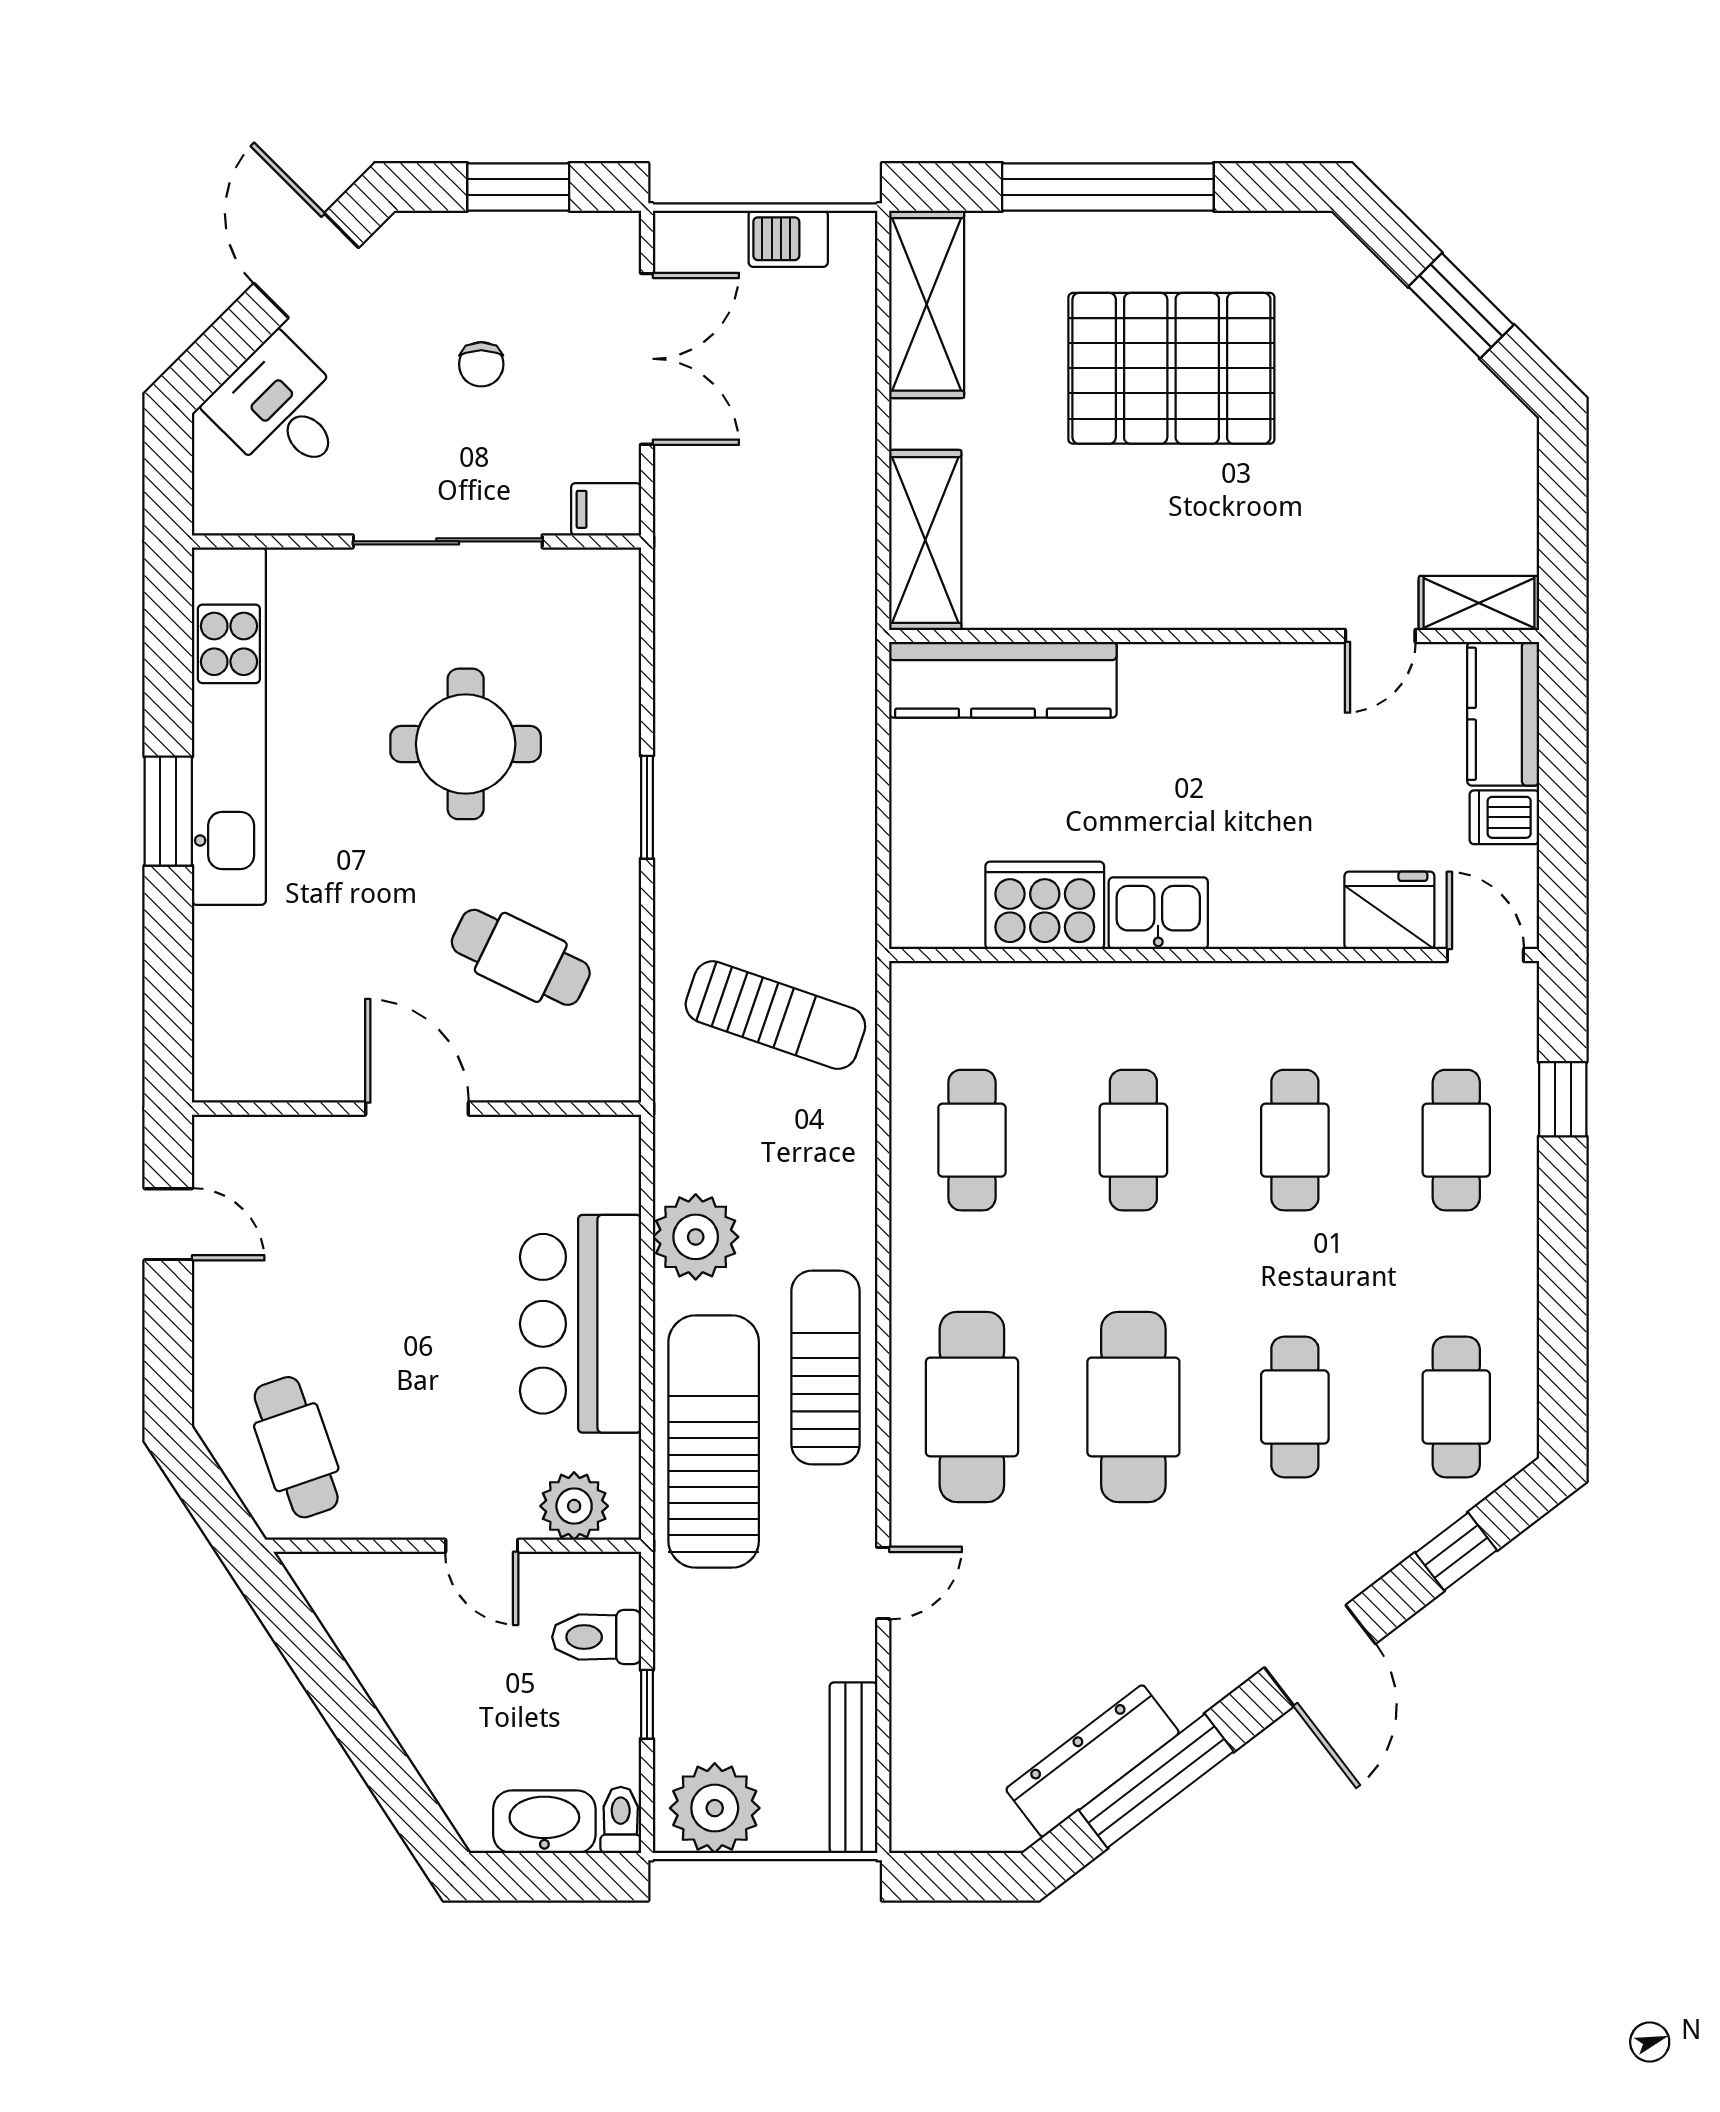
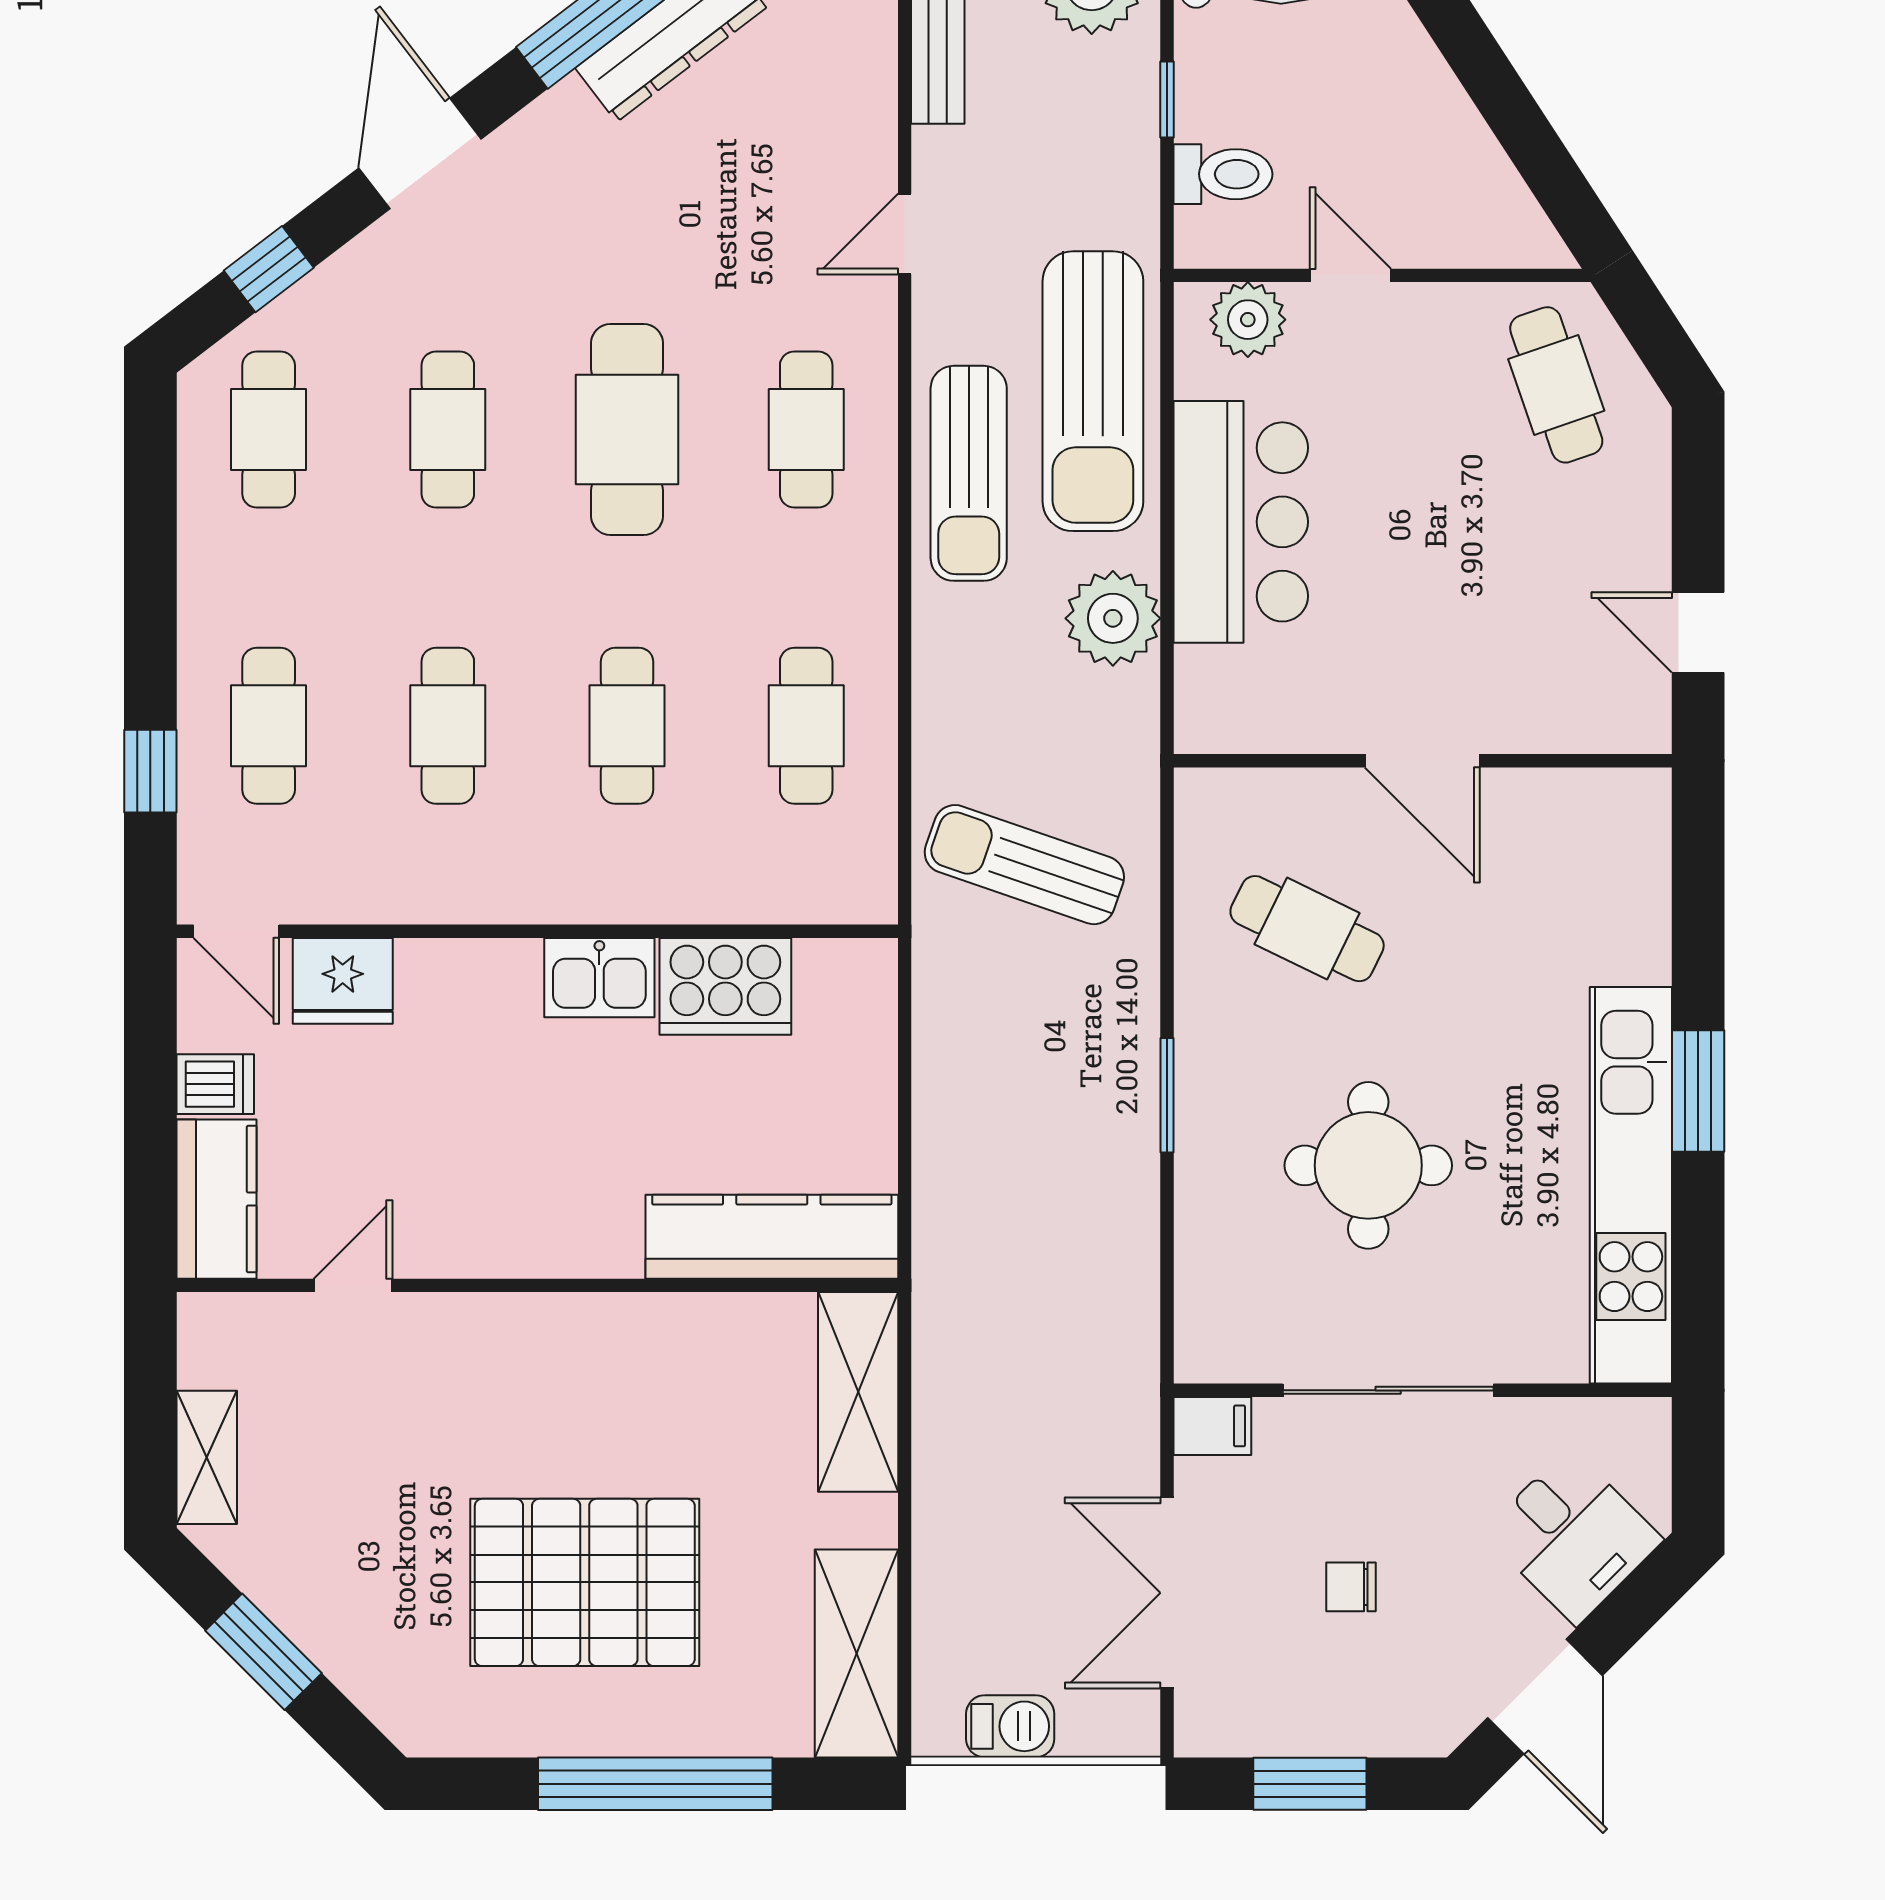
chair: (481, 364) -> (1351, 1587), turned -90
shelving: (1479, 603) -> (207, 1457), moved, turned 90
cafe table: (972, 1407) -> (806, 430), width x0.73, depth x0.74

